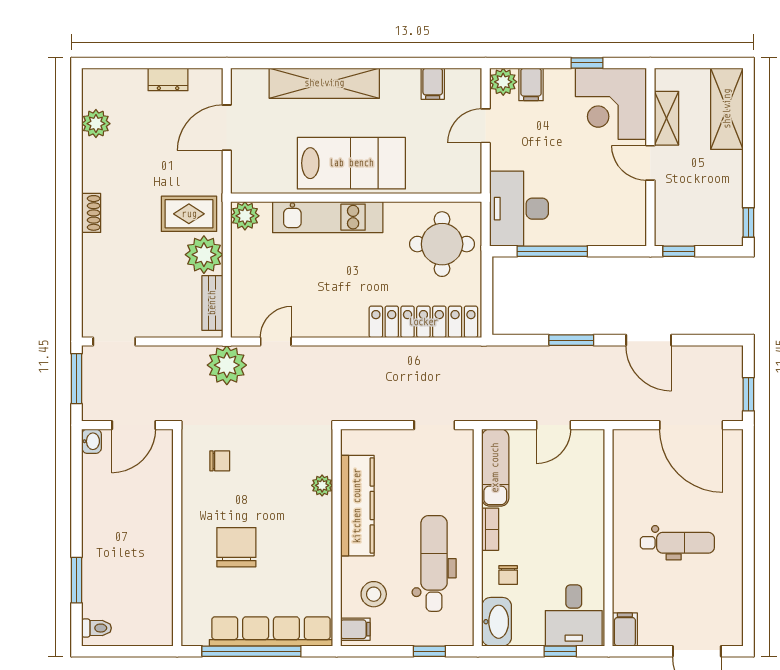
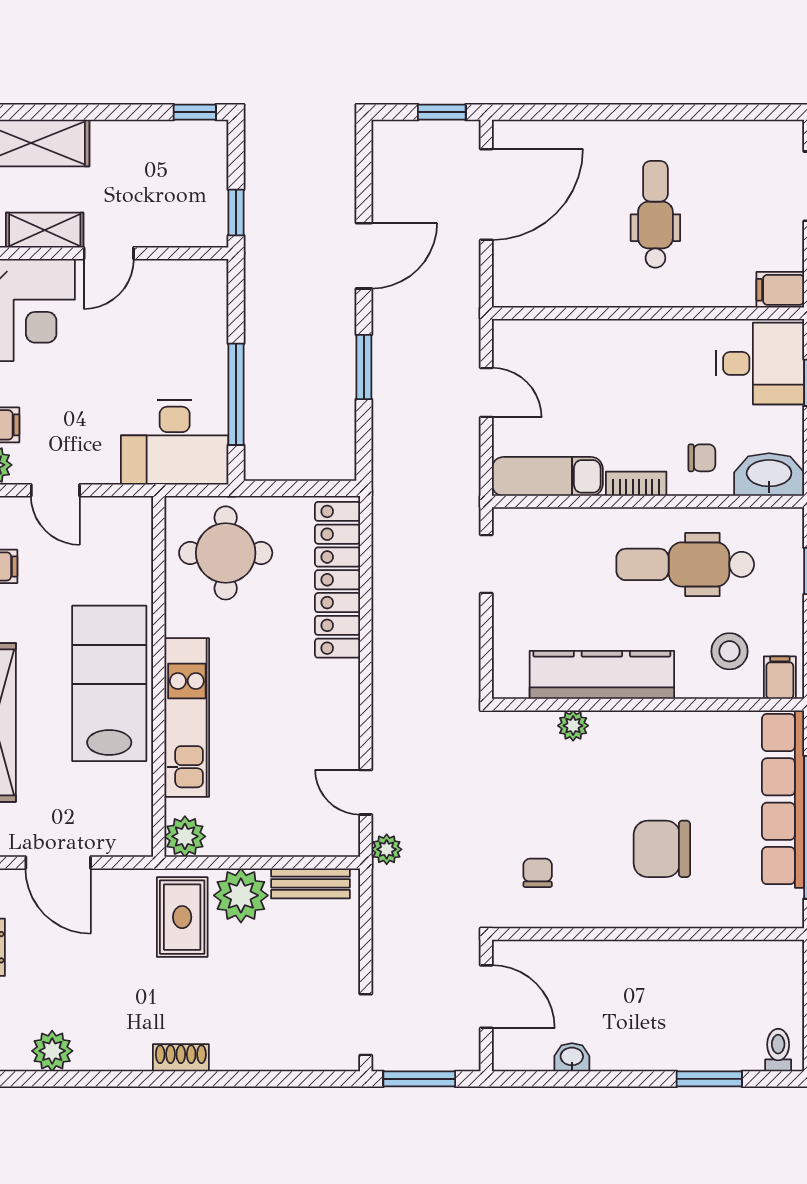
plant: (227, 365) -> (387, 849), width x0.53, depth x0.53
washbasin: (92, 441) -> (572, 1057), moved

